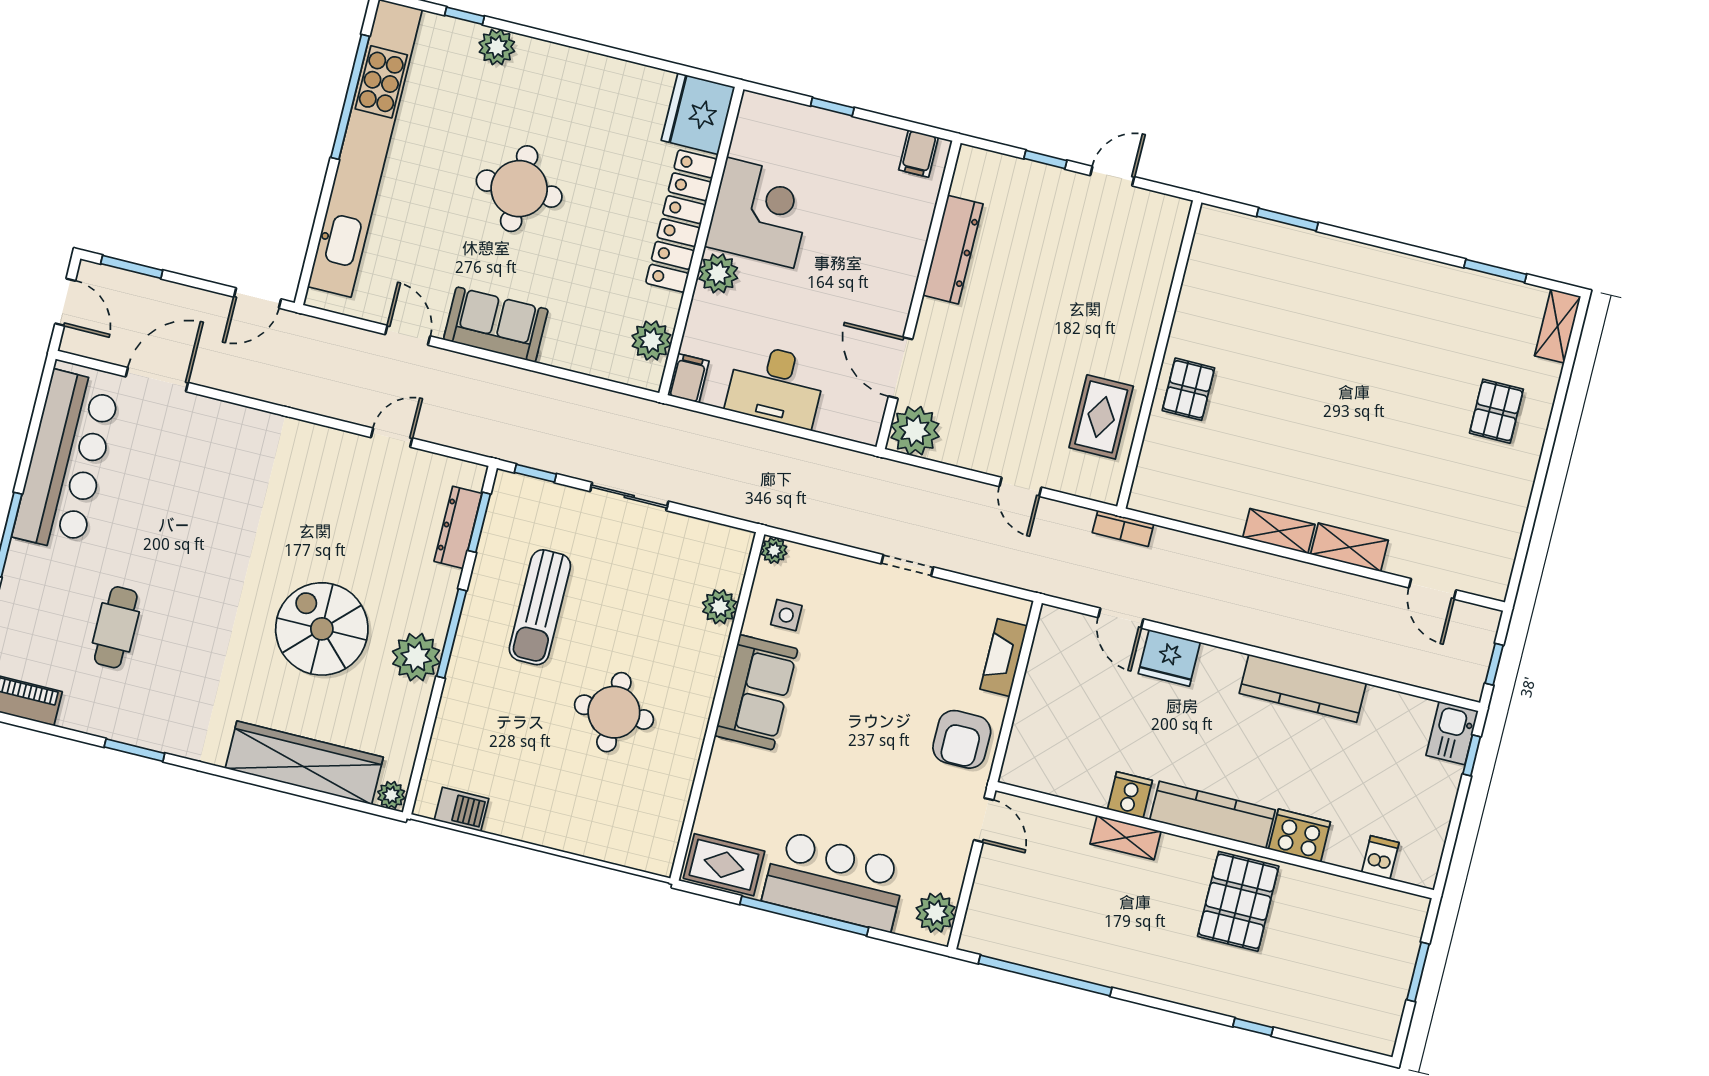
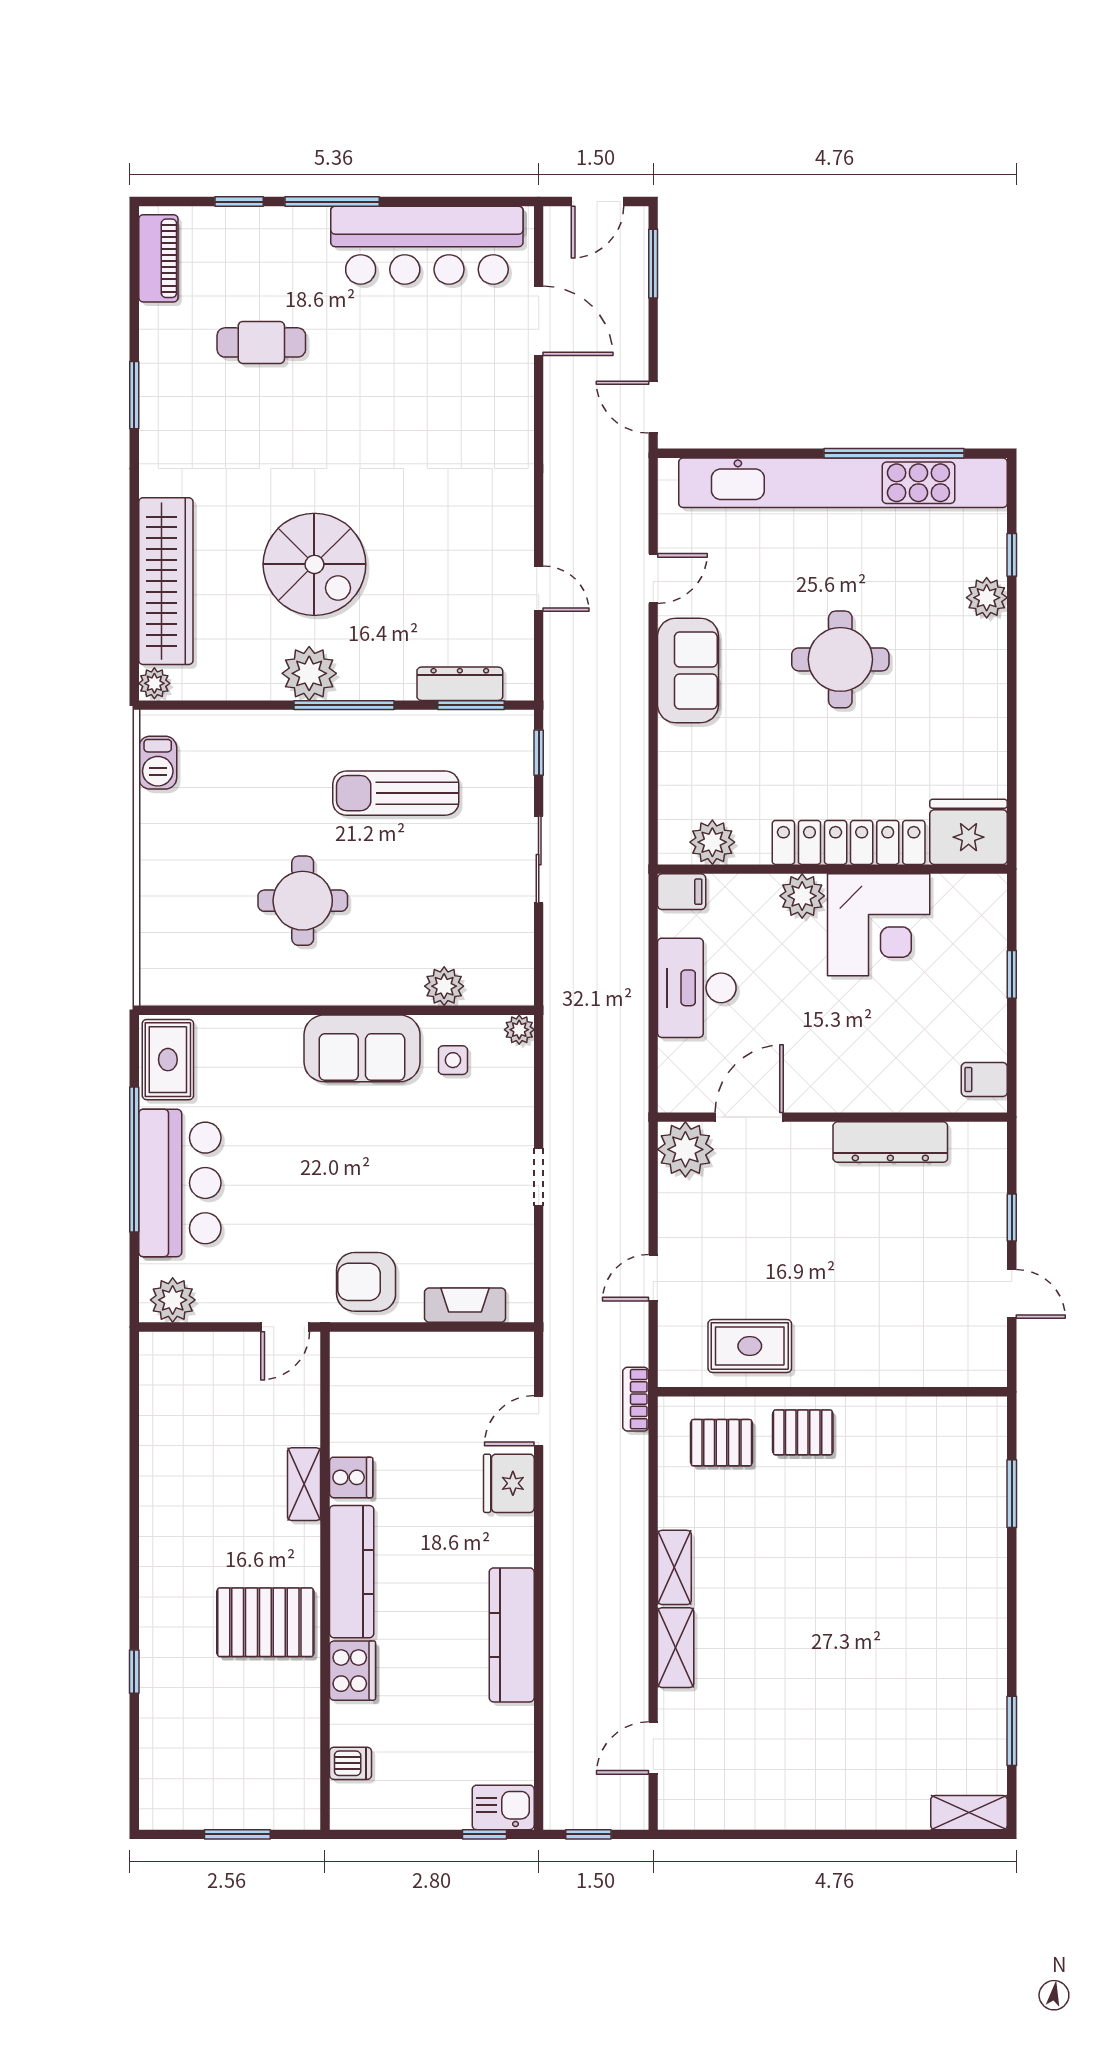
pallet: (1496, 411) -> (721, 1443), moved
spiral stairs: (322, 629) -> (314, 564), turned 90
window: (1045, 976) -> (134, 1434), removed

